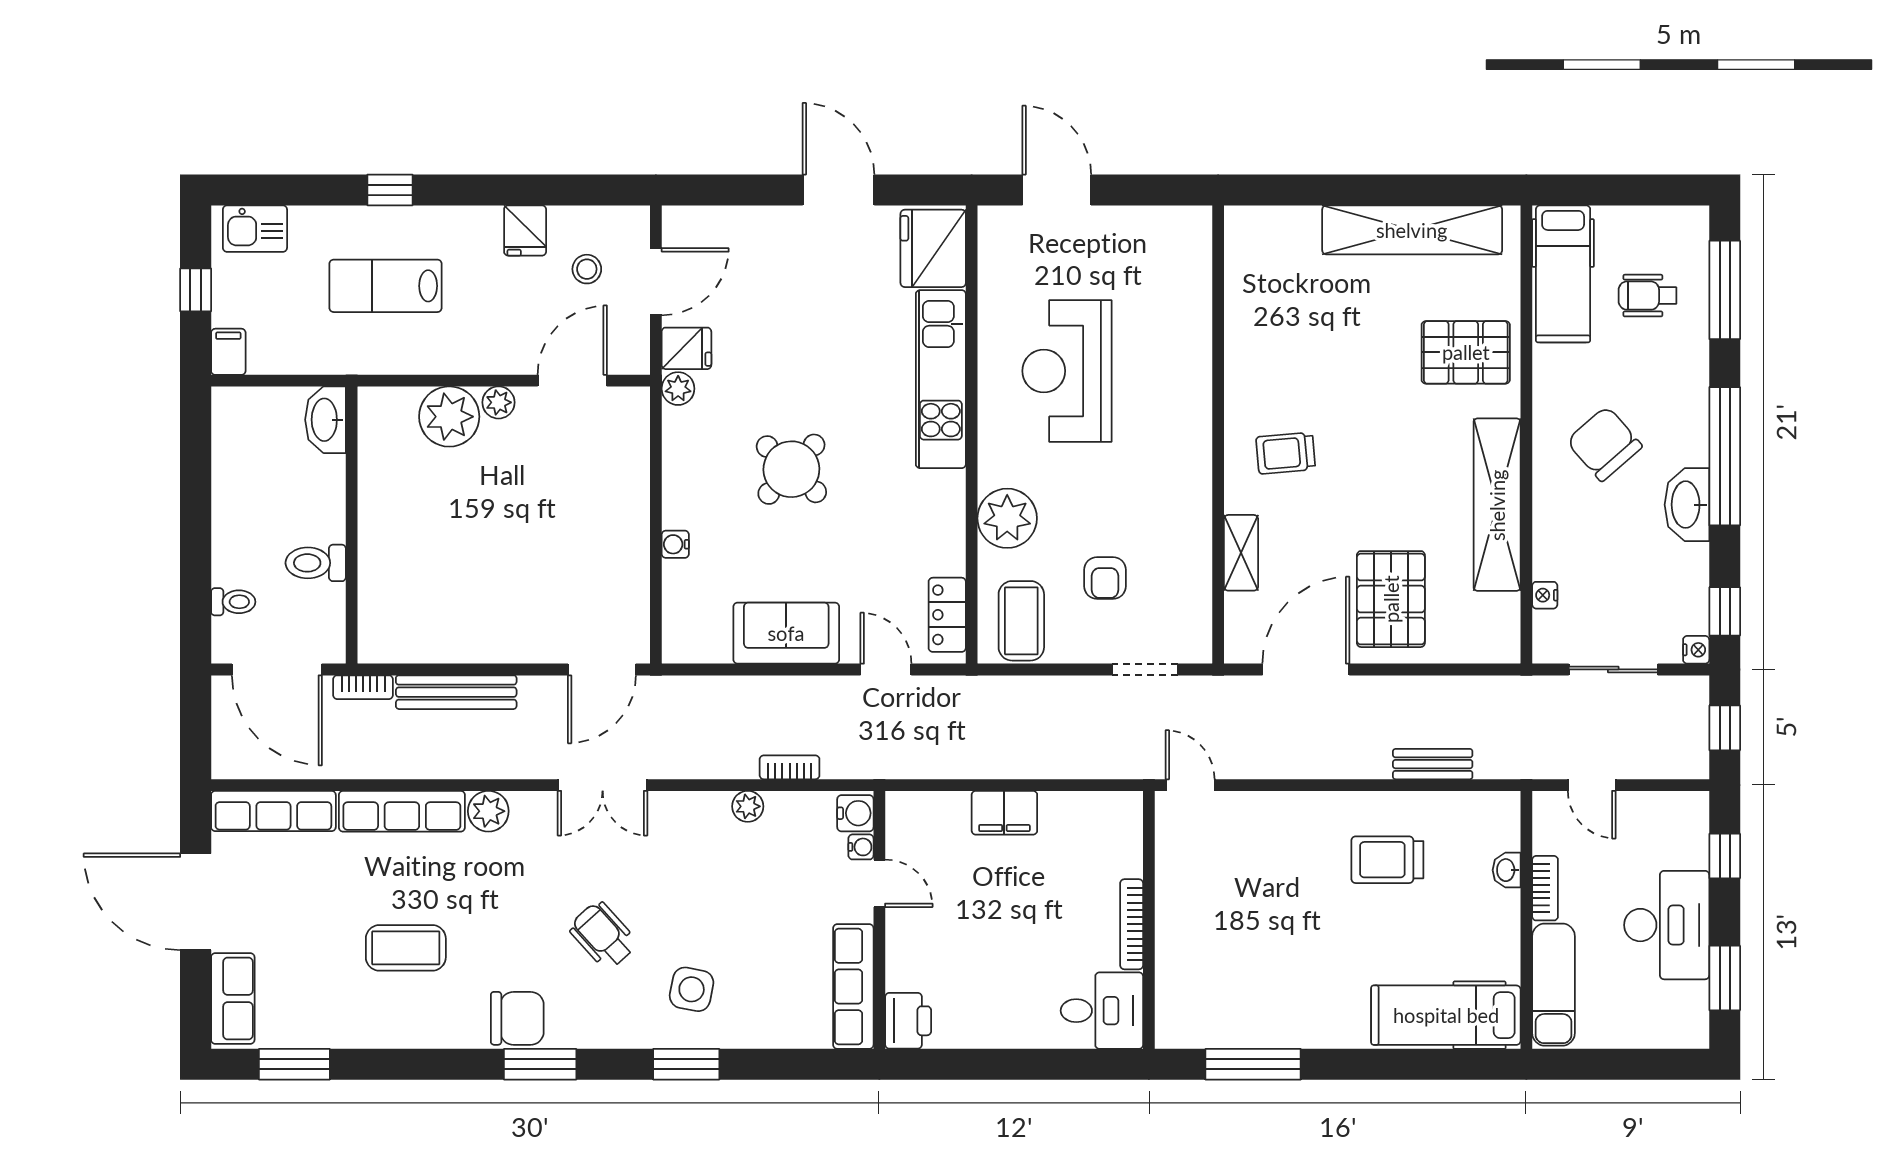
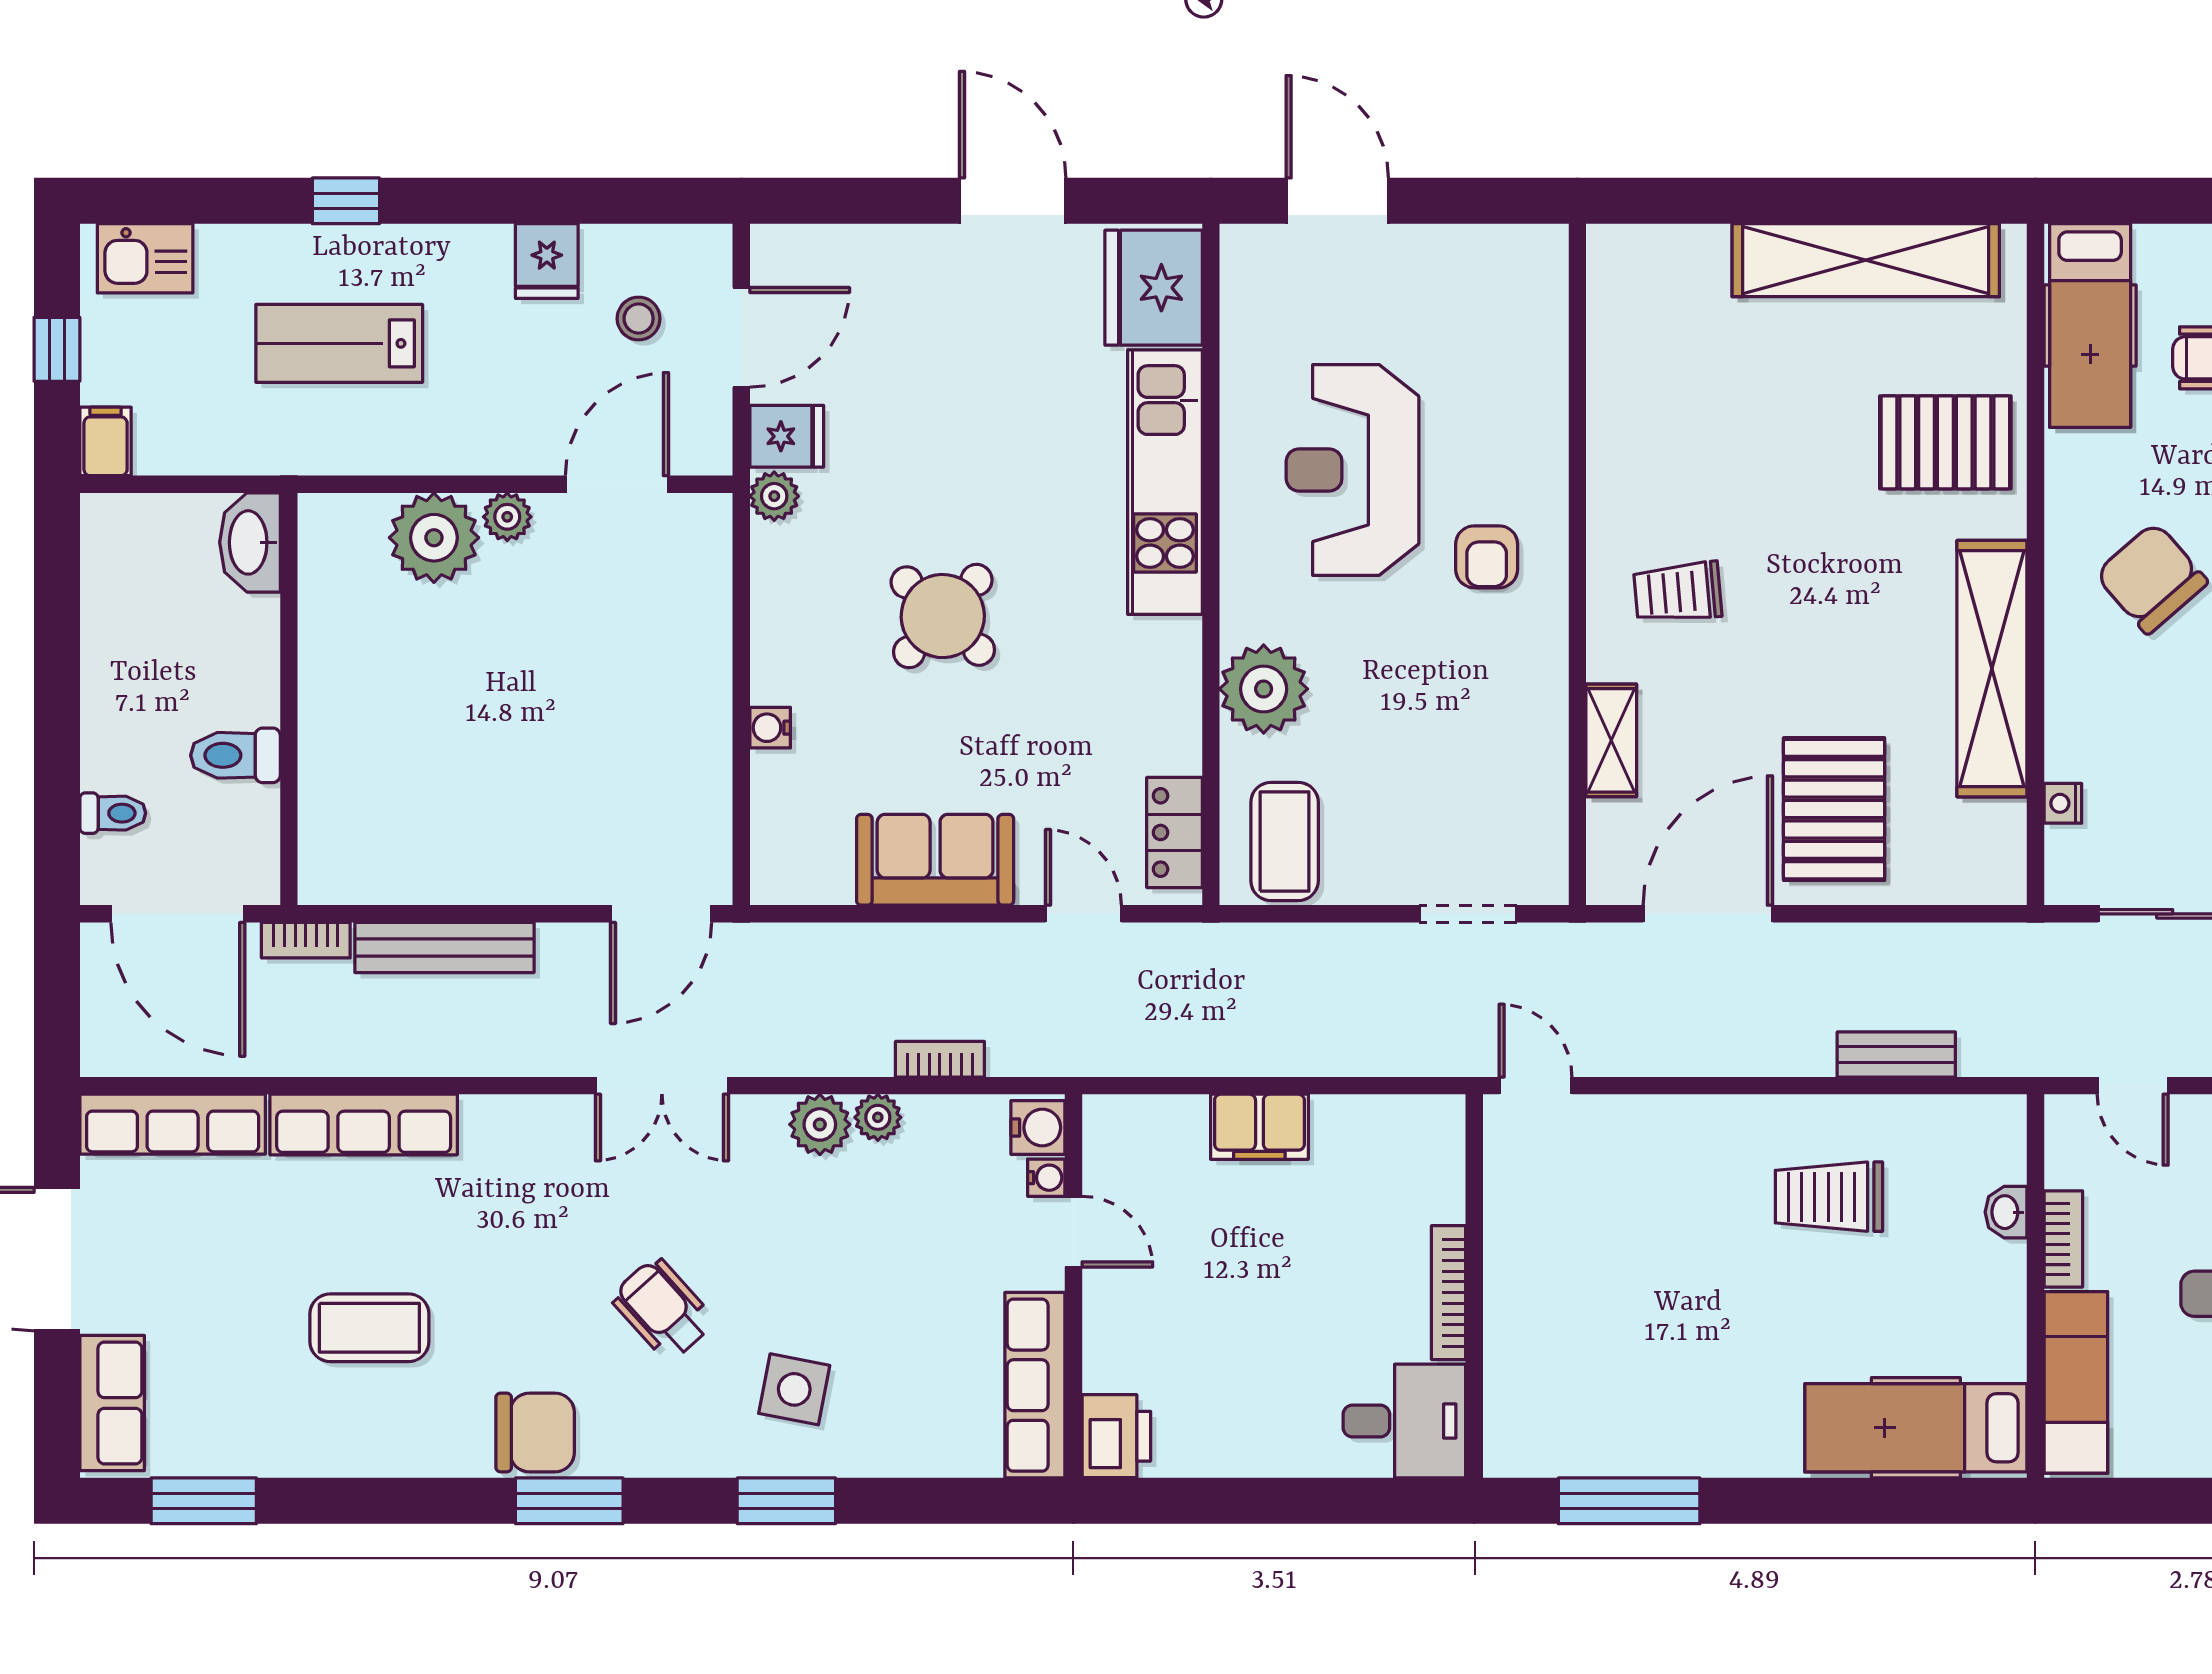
armchair: (1105, 578) -> (1487, 557), moved
plant: (488, 811) -> (820, 1124), moved

